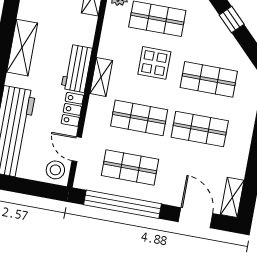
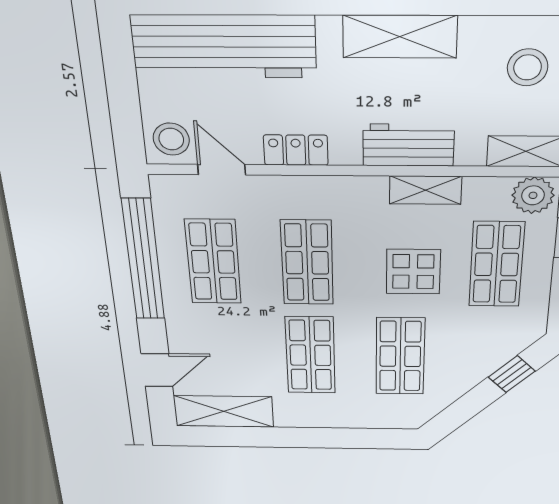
workbench: (77, 68) -> (408, 145), moved
shelving: (101, 77) -> (425, 190), moved
door: (77, 149) -> (222, 170), hinge flipped
shelving: (232, 197) -> (224, 411), width x1.50, depth x1.33
door: (196, 218) -> (157, 370), width x0.73

